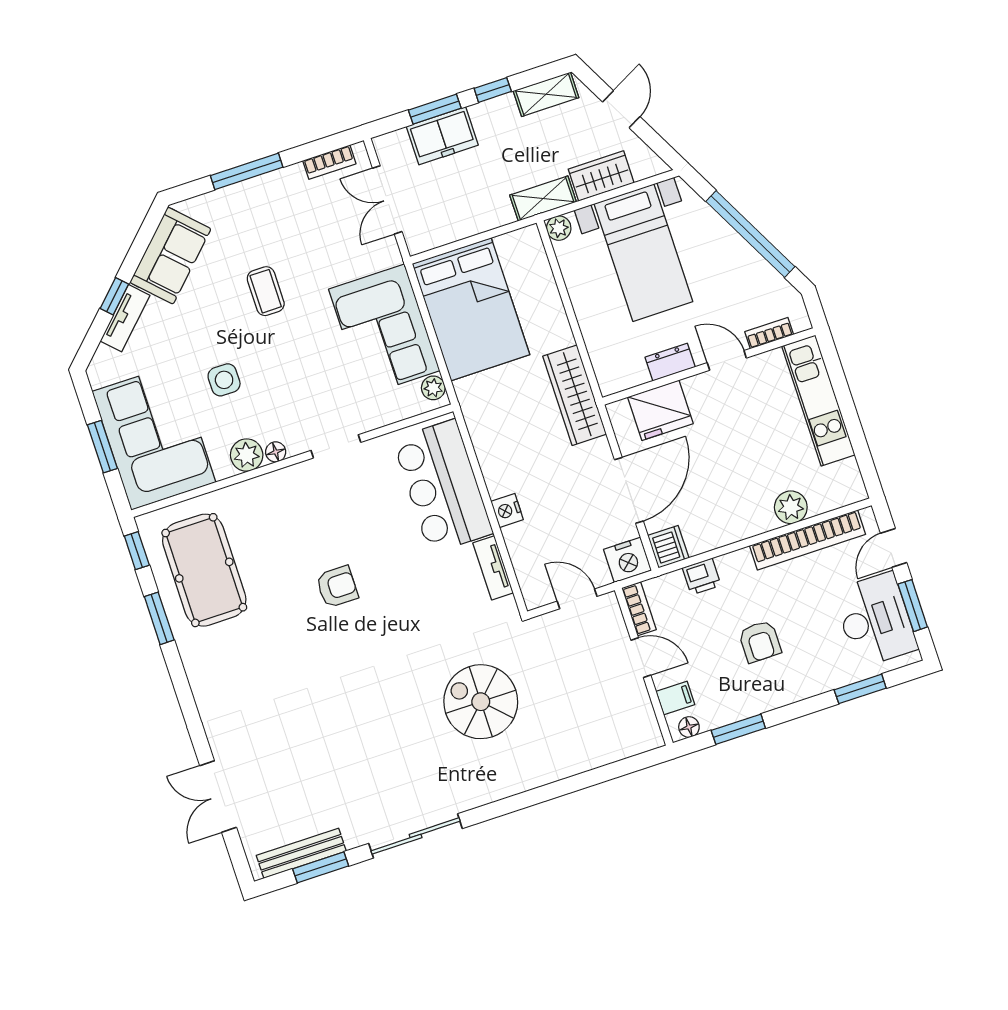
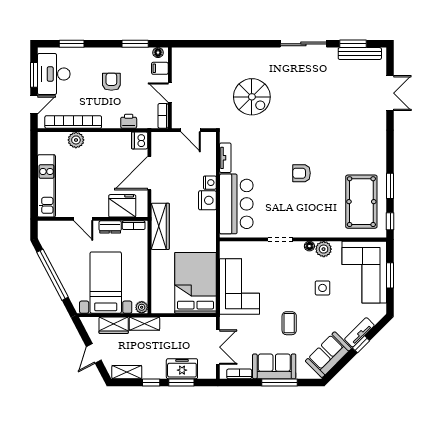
sofa: (267, 199) -> (274, 366), added
bookcase: (769, 333) -> (134, 225), moved
plant: (433, 388) -> (225, 252), removed
nightstand: (628, 560) -> (207, 200), moved, turned 90

